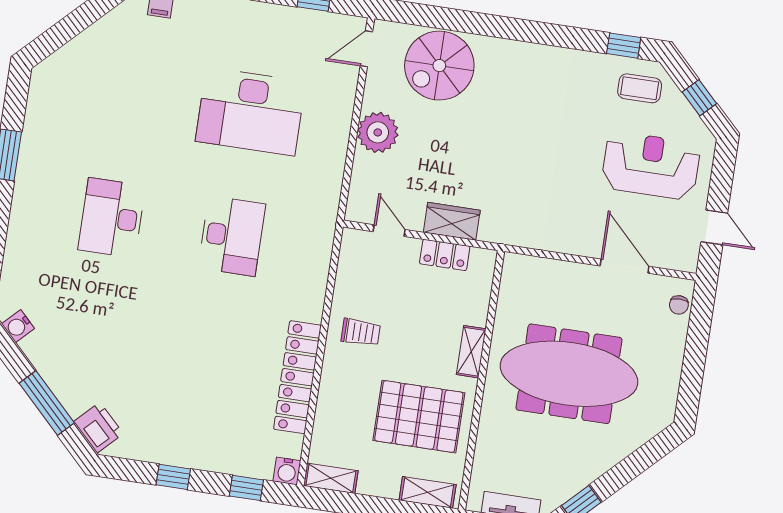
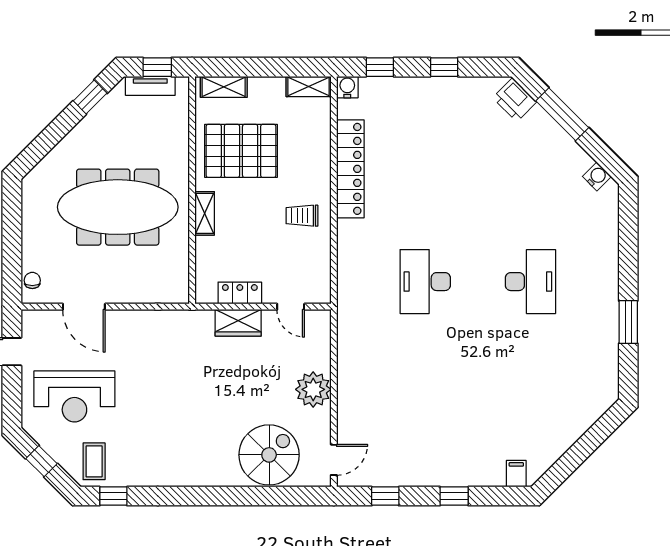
coffee table: (640, 88) -> (94, 461), turned 90
desk: (251, 112) -> (425, 391), removed

